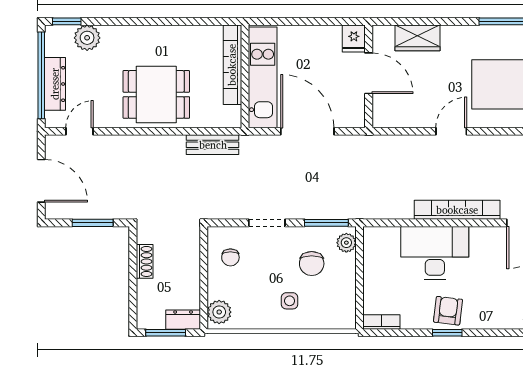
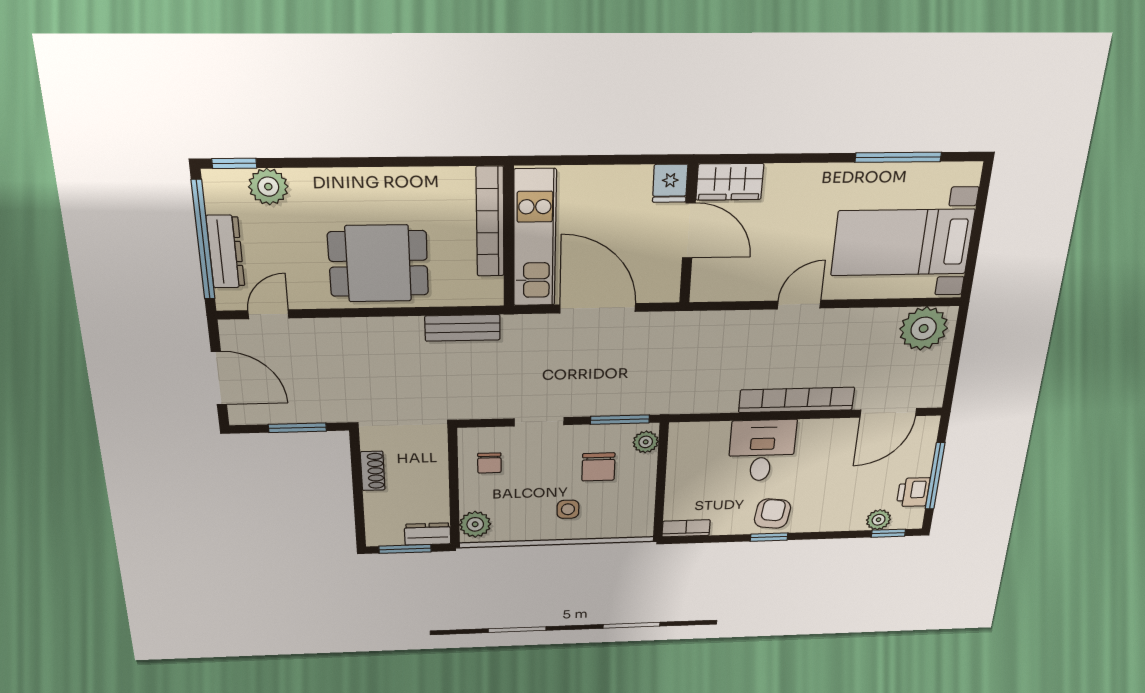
wardrobe: (418, 38) -> (730, 182), moved
desk: (435, 253) -> (762, 450), width x0.73

